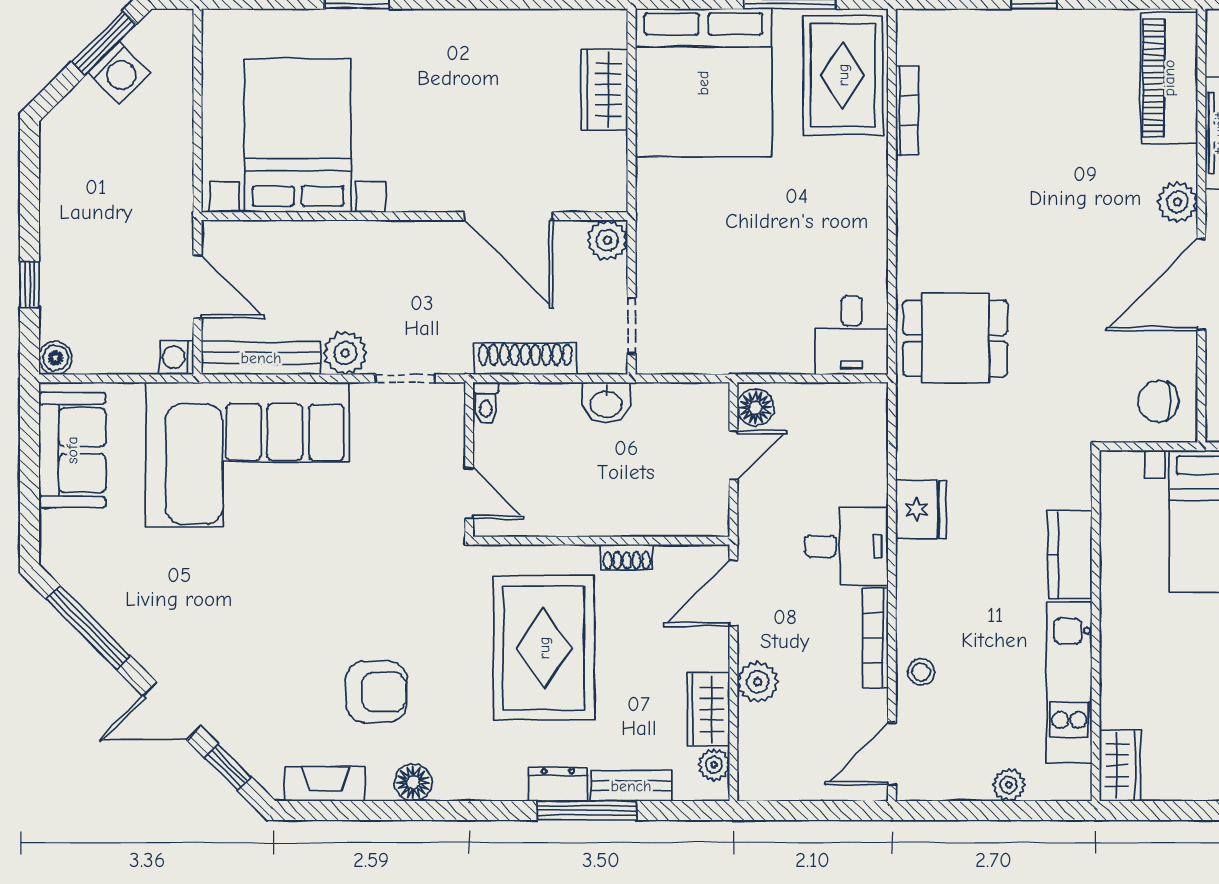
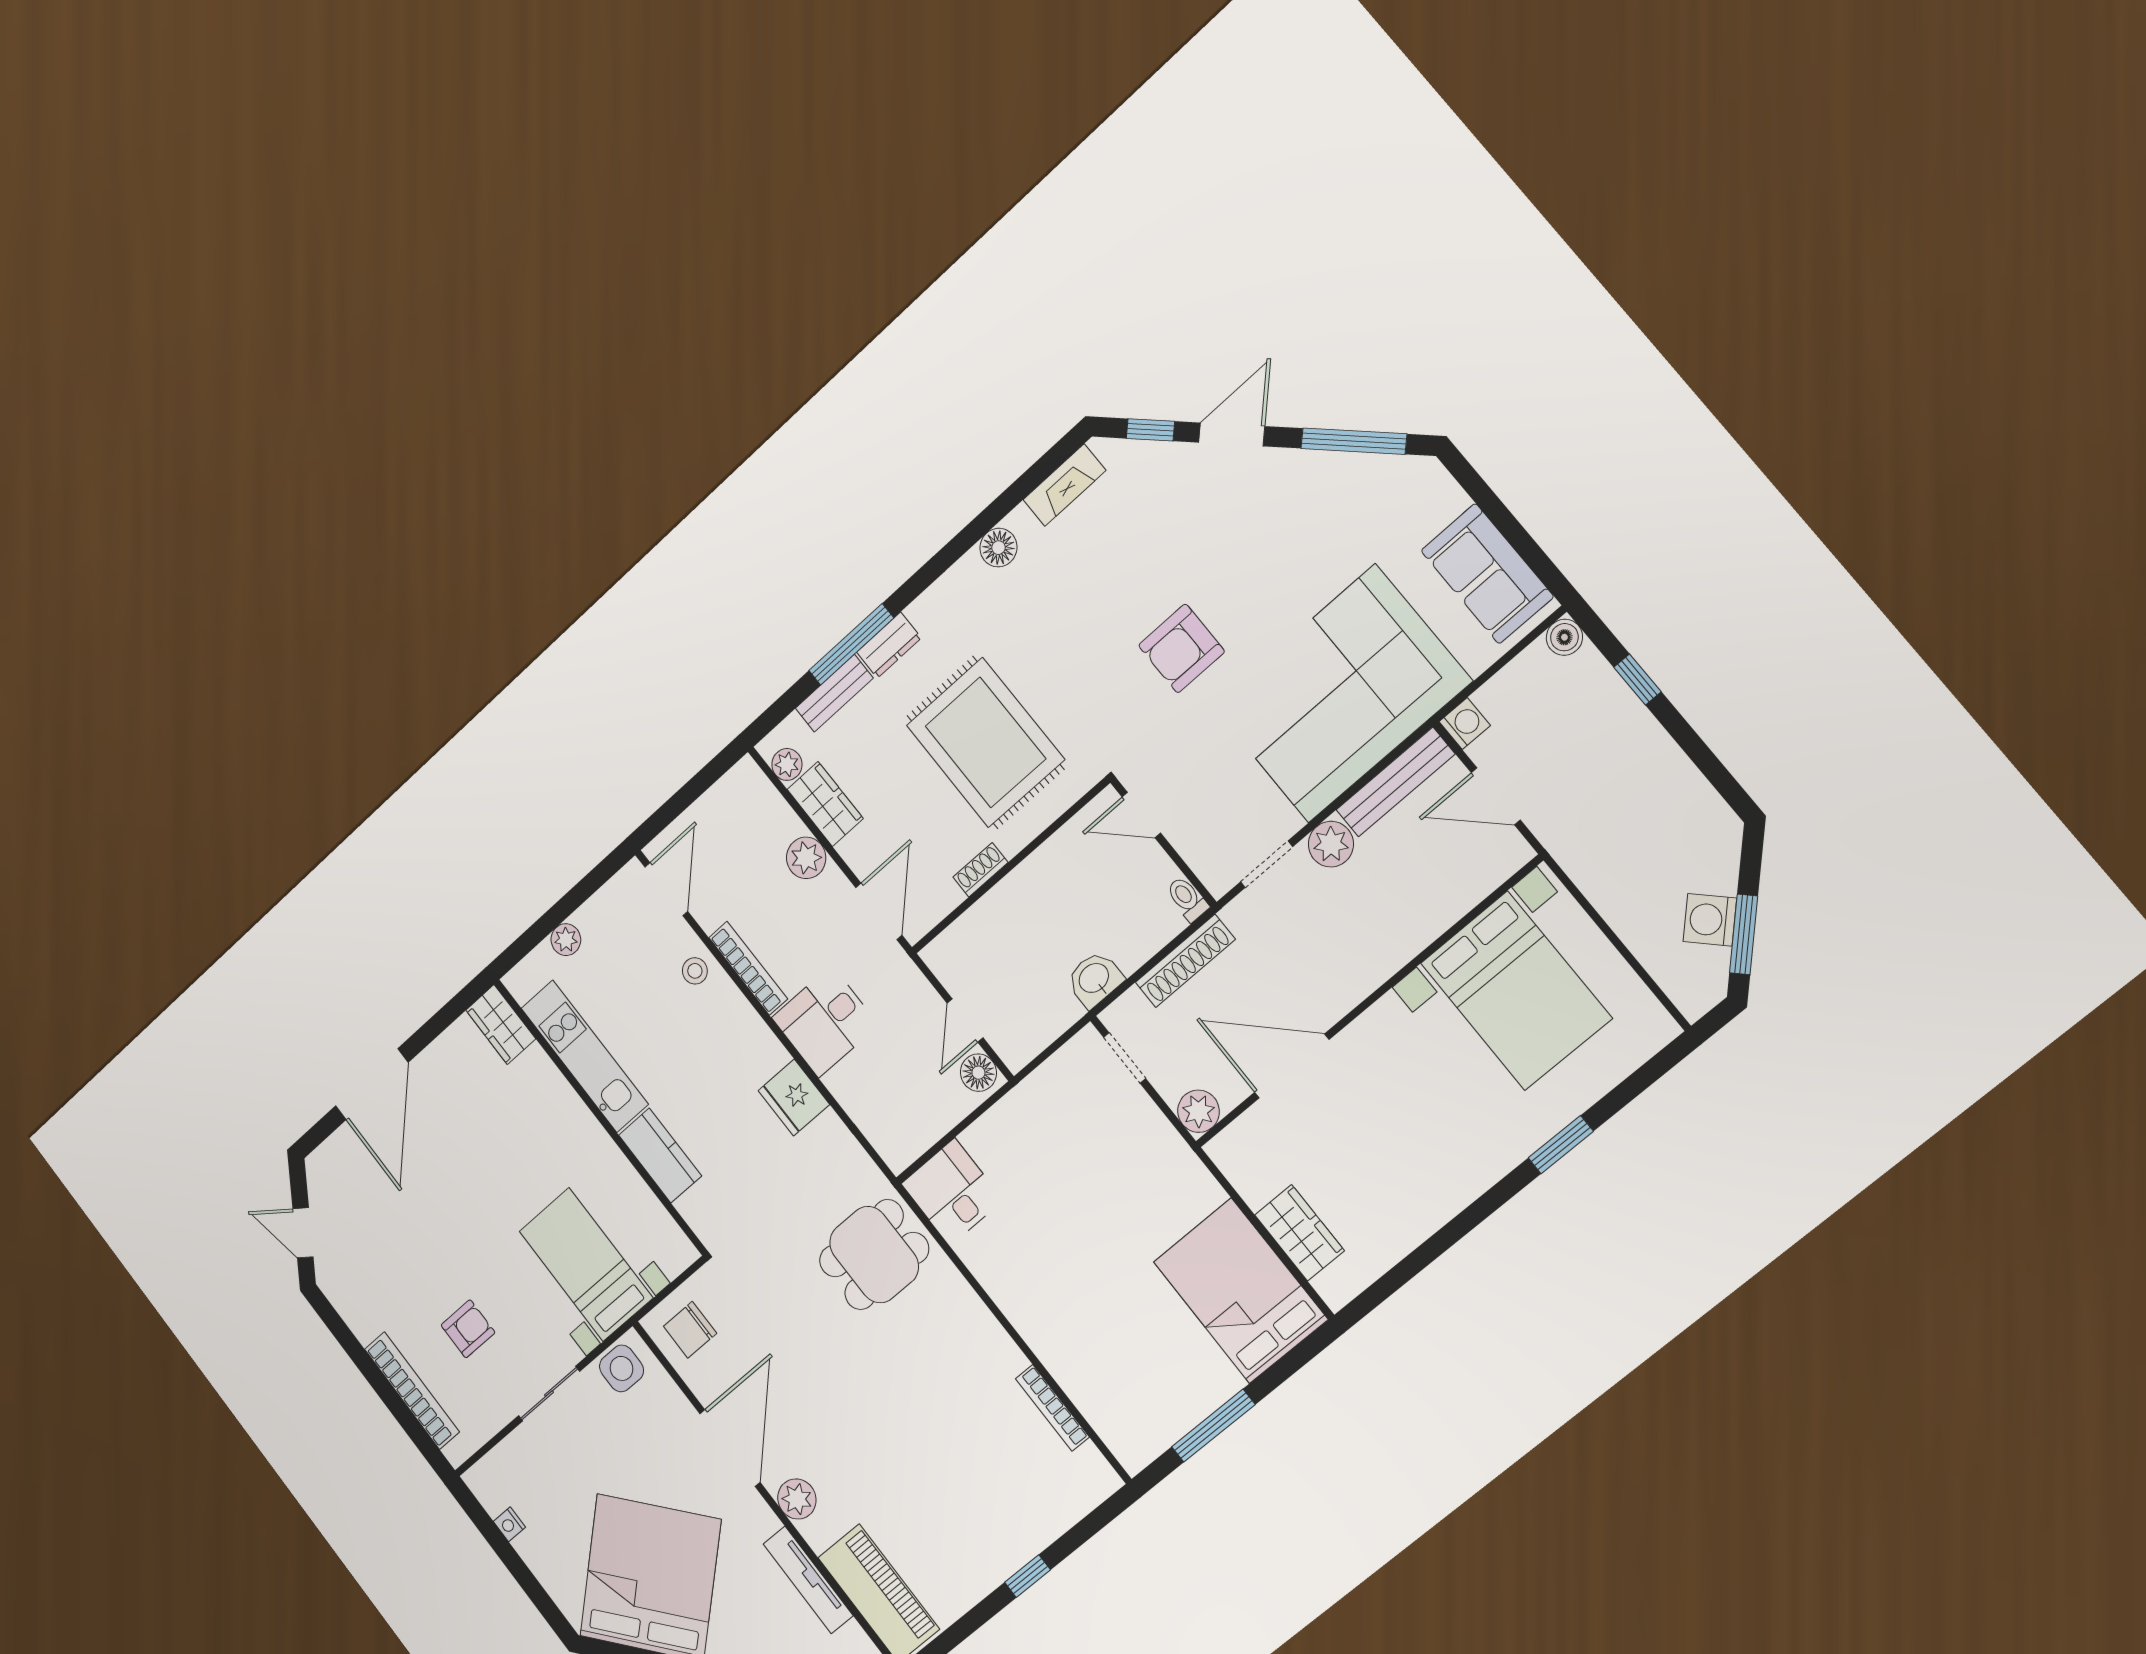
rug: (843, 75) -> (1124, 1396), removed
bed: (703, 83) -> (1240, 1291), width x0.73
chair: (1158, 401) -> (690, 1330), turned 180
armchair: (376, 692) -> (1182, 648), moved

